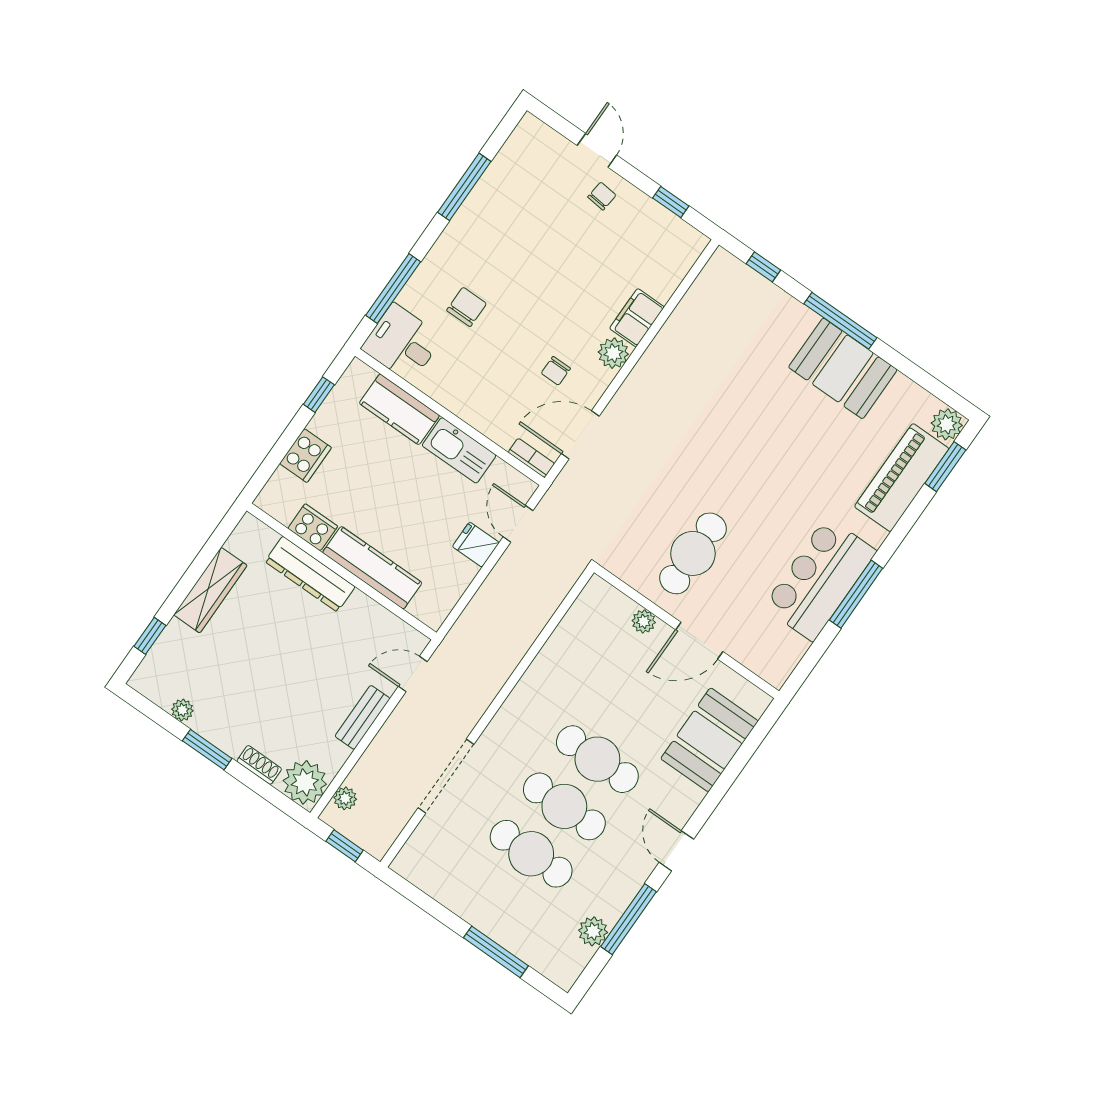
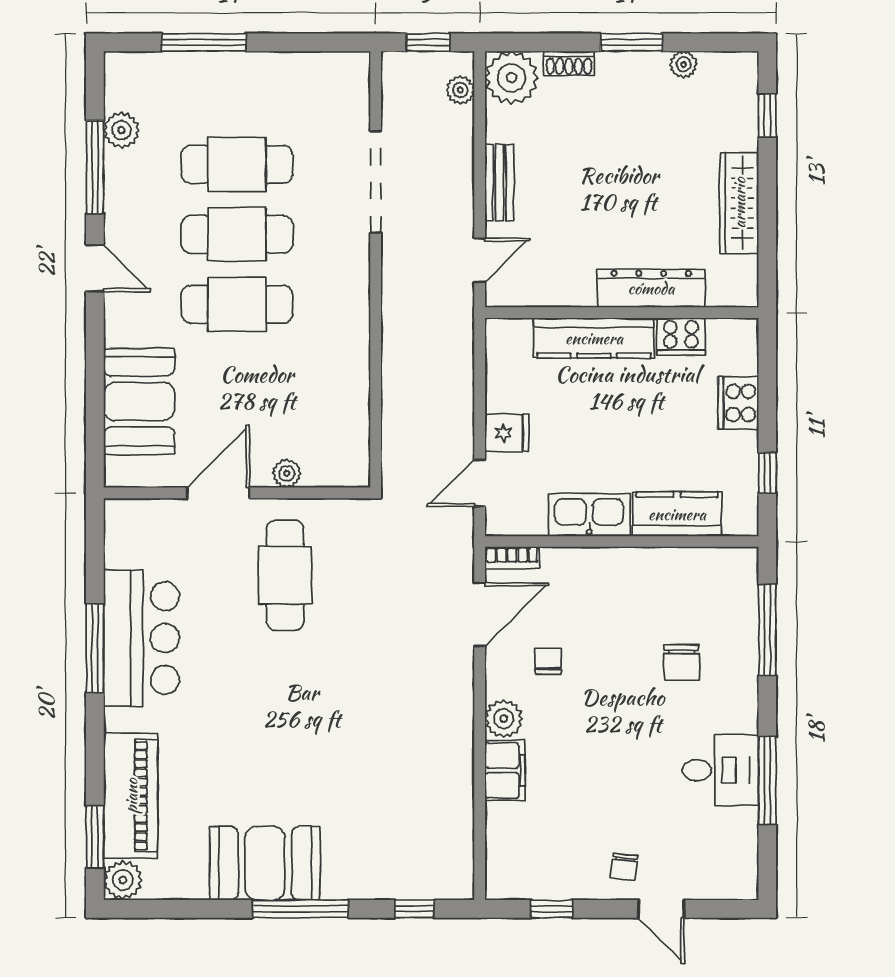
desk: (402, 343) -> (721, 770), moved
door: (518, 524) -> (480, 483), swing flipped

